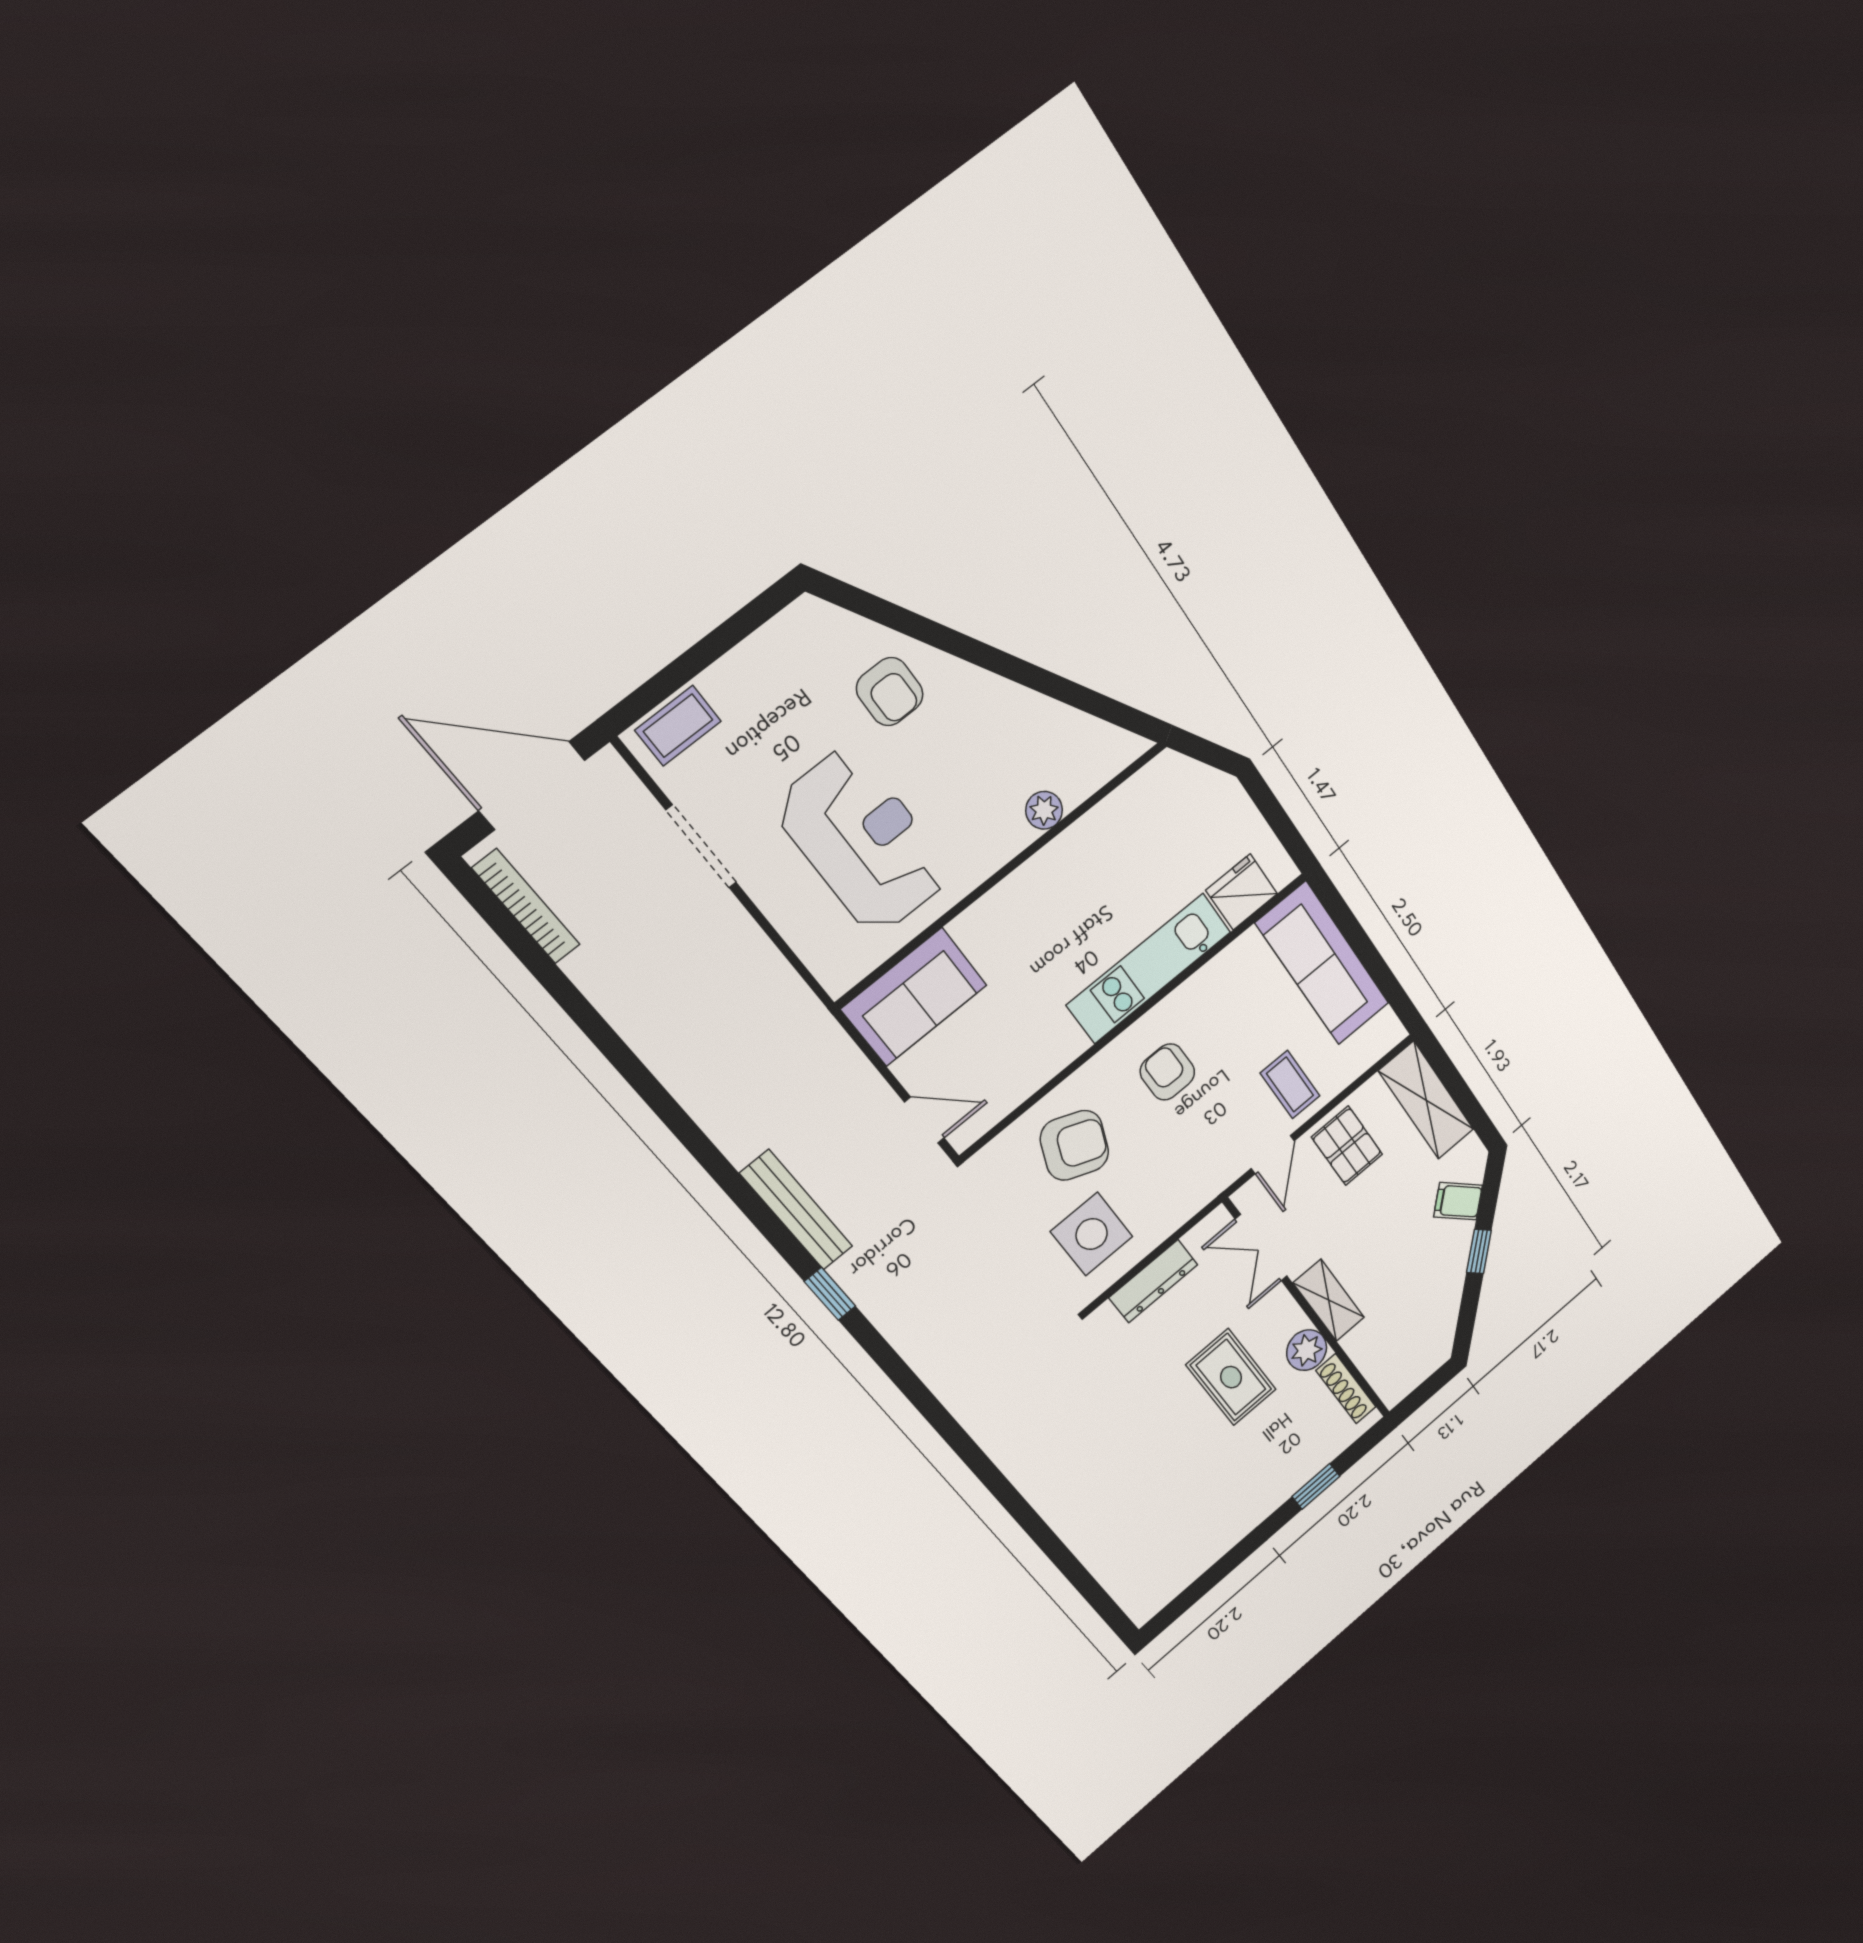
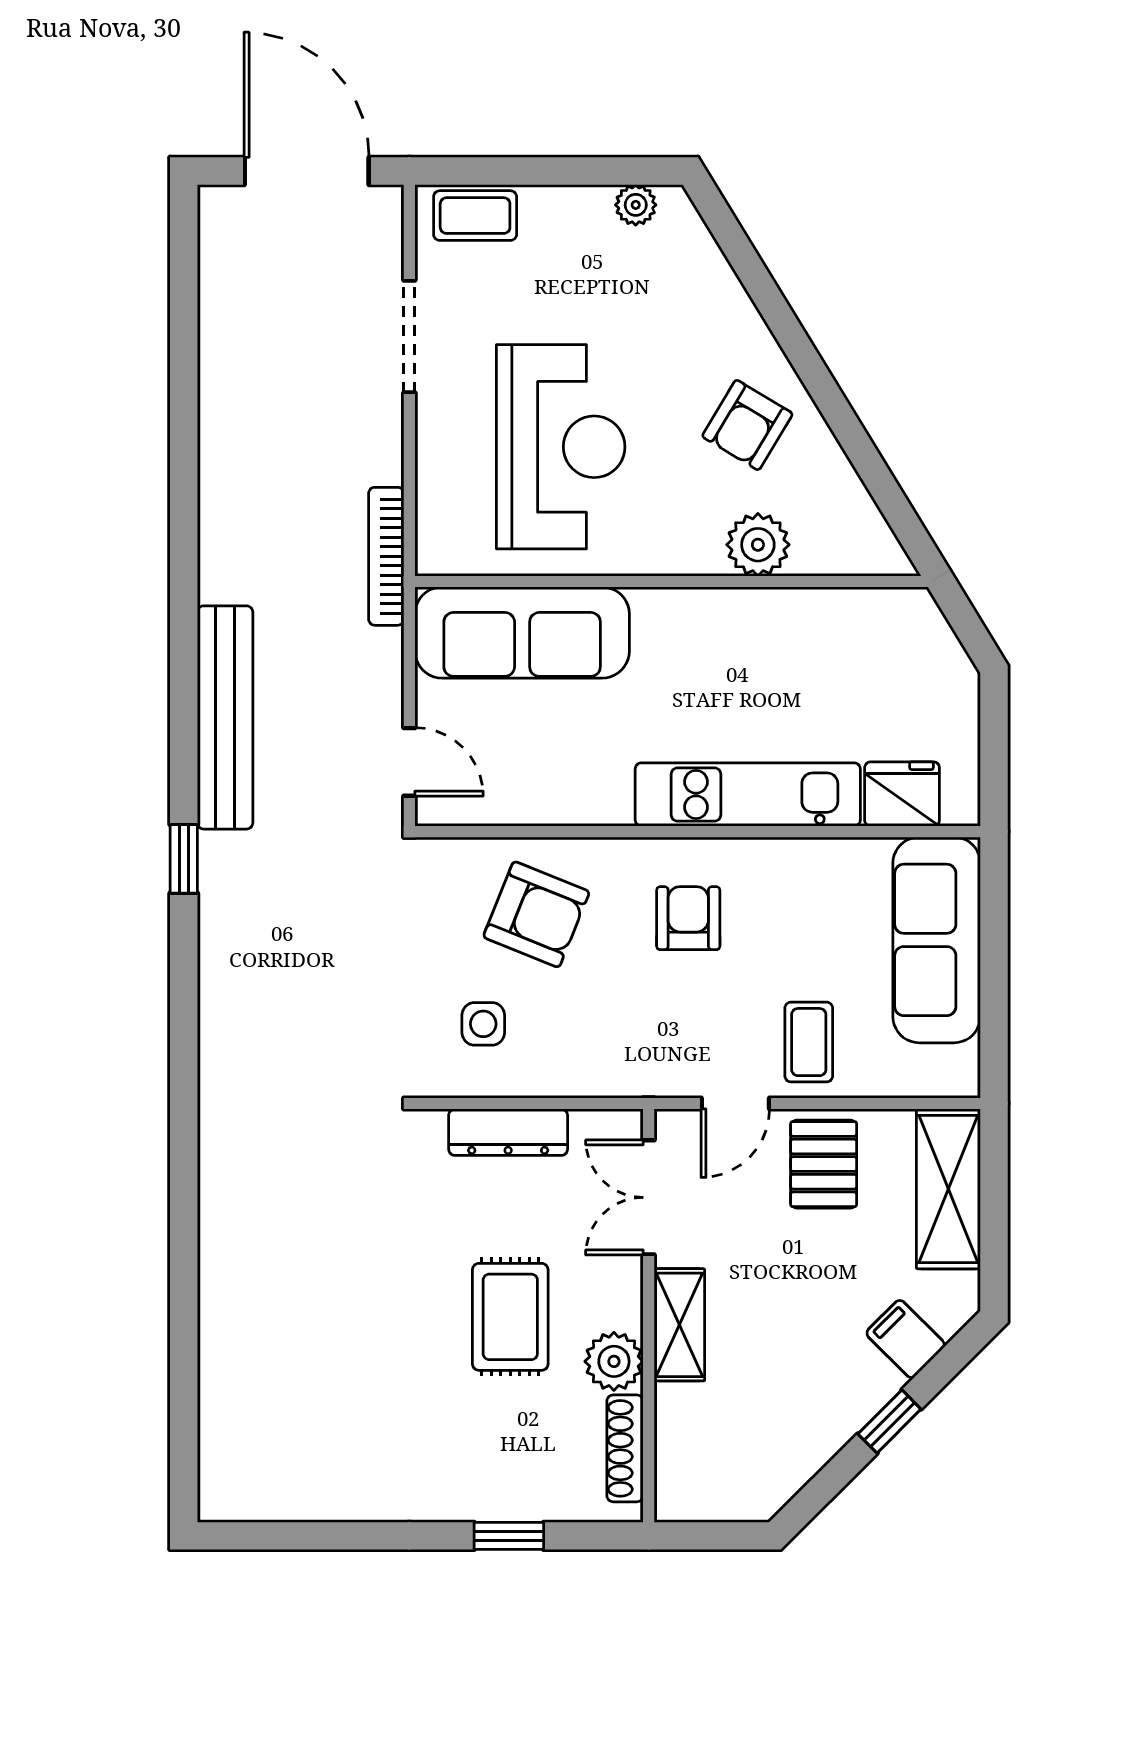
plant: (784, 632) -> (636, 205), added
armchair: (890, 692) -> (747, 425), moved, turned 31
plant: (1044, 810) -> (758, 545), width x1.38, depth x1.38
bookcase: (526, 906) -> (386, 556), moved, turned 180
sofa: (914, 997) -> (522, 633), width x1.36
bench: (796, 1210) -> (225, 717), width x1.37, depth x1.21
side table: (1092, 1234) -> (483, 1024), width x0.54, depth x0.54

